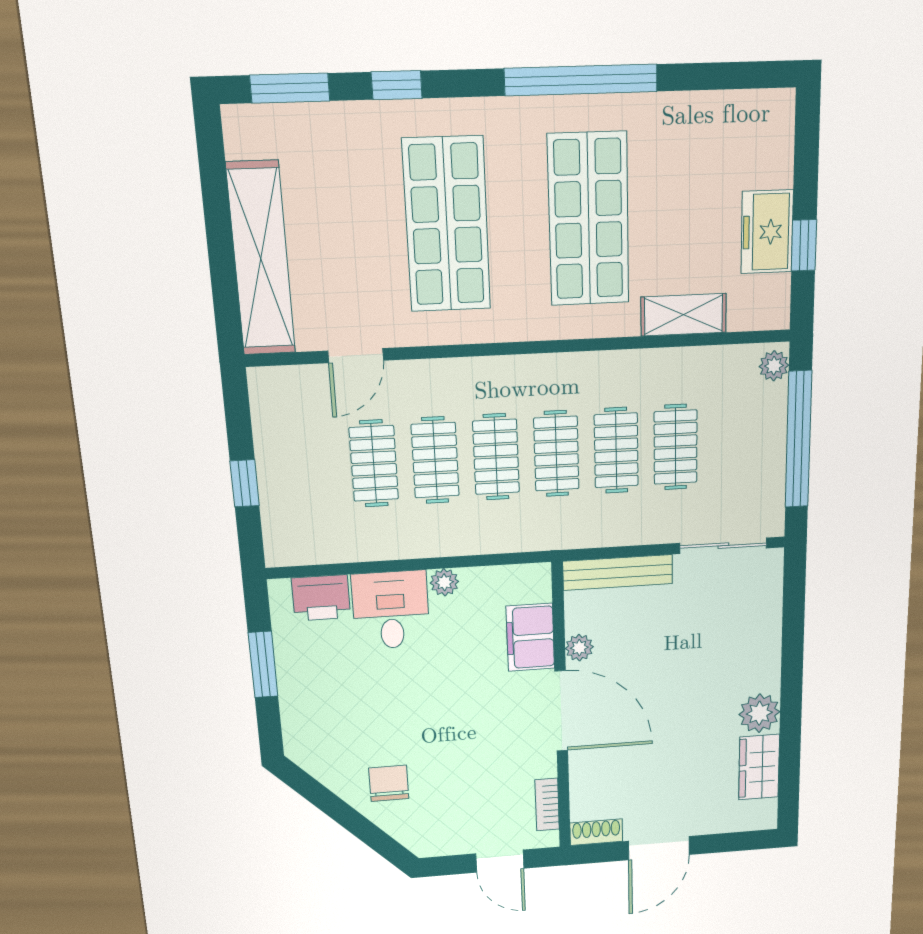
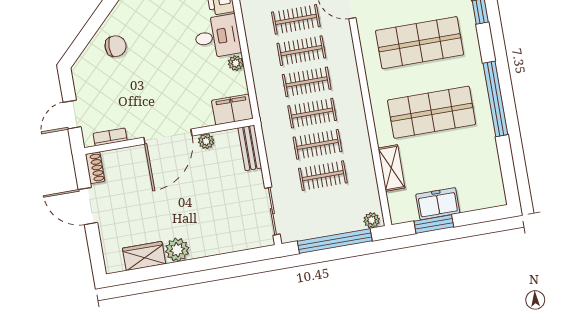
window: (804, 245) -> (434, 224), width x1.50
bench: (618, 572) -> (250, 148), width x0.73
filing cabinet: (530, 637) -> (232, 109), moved

